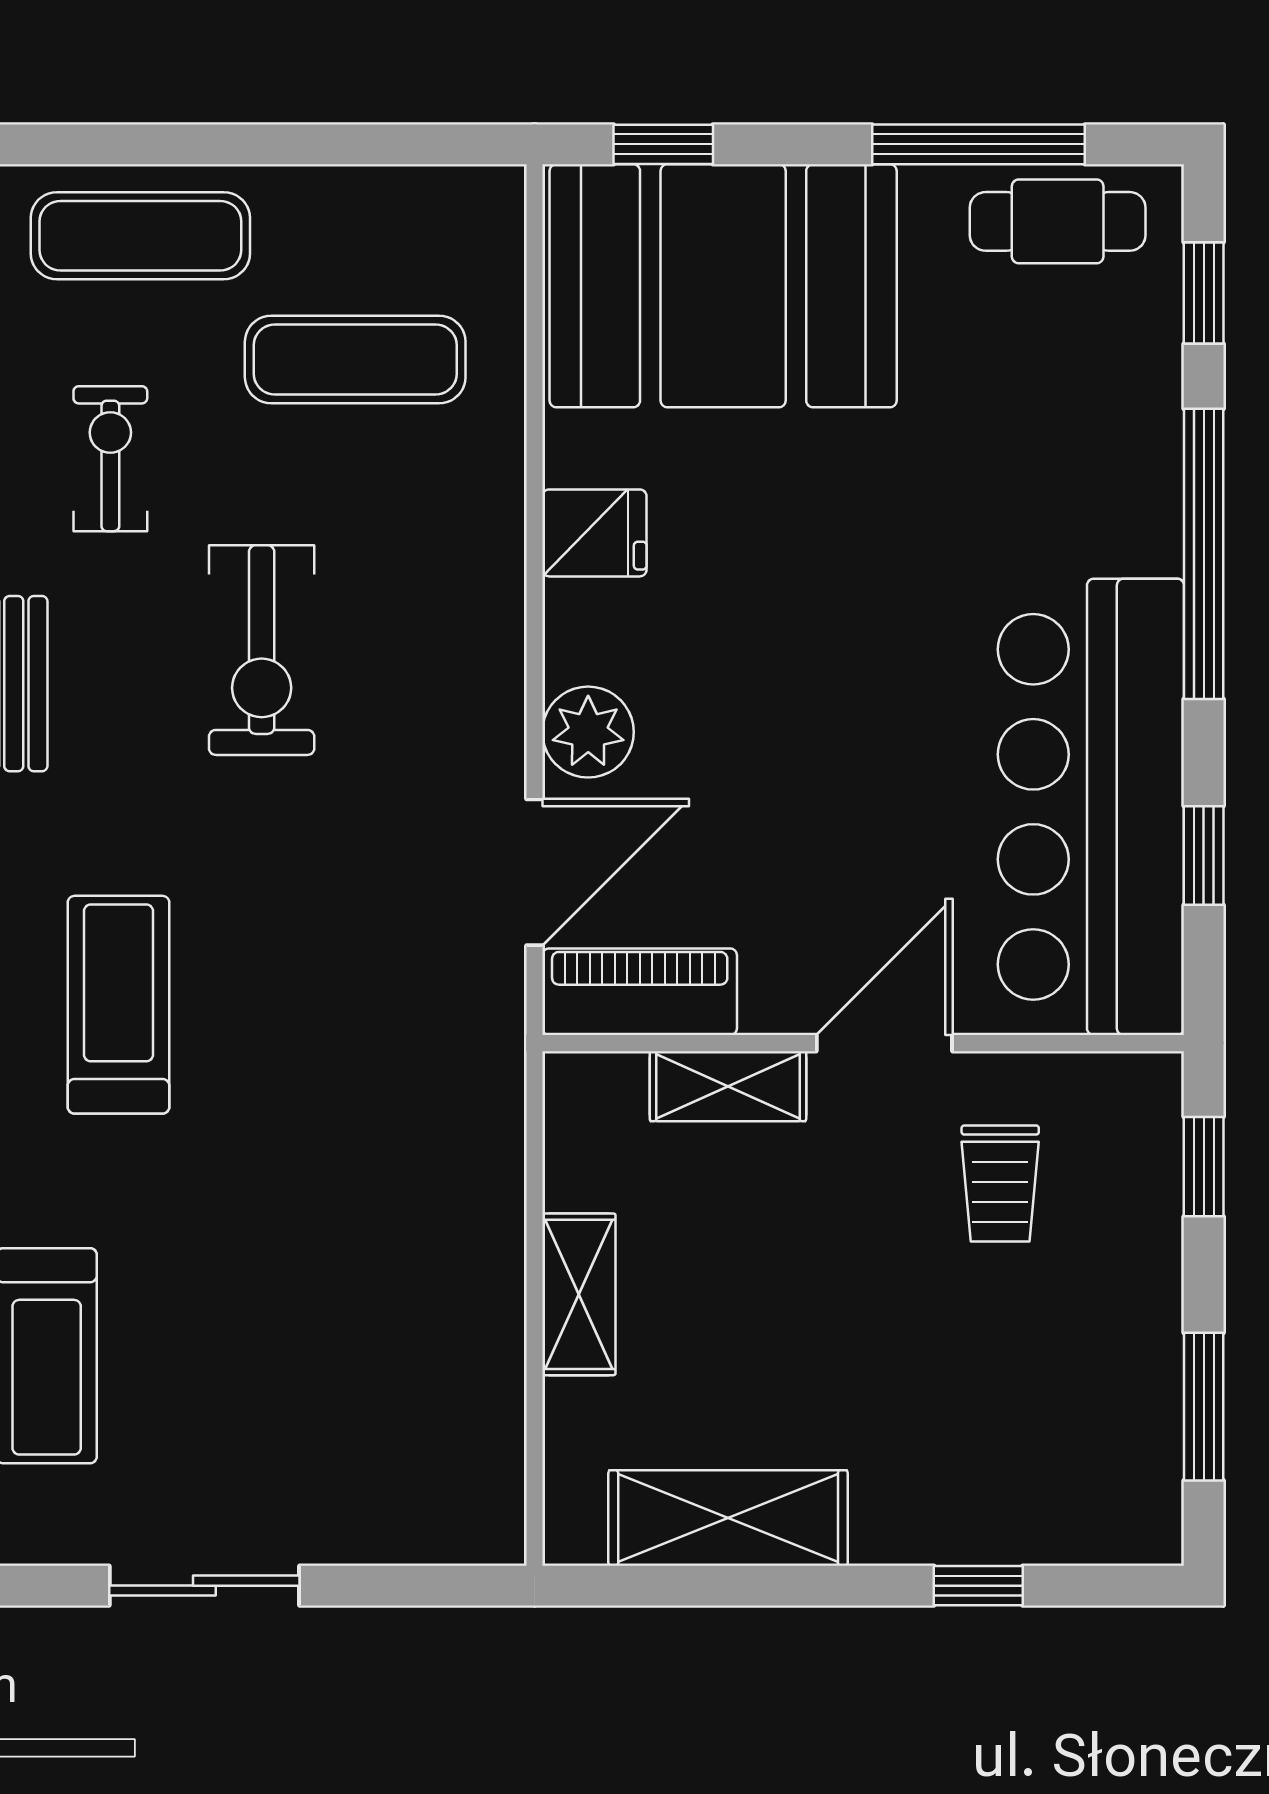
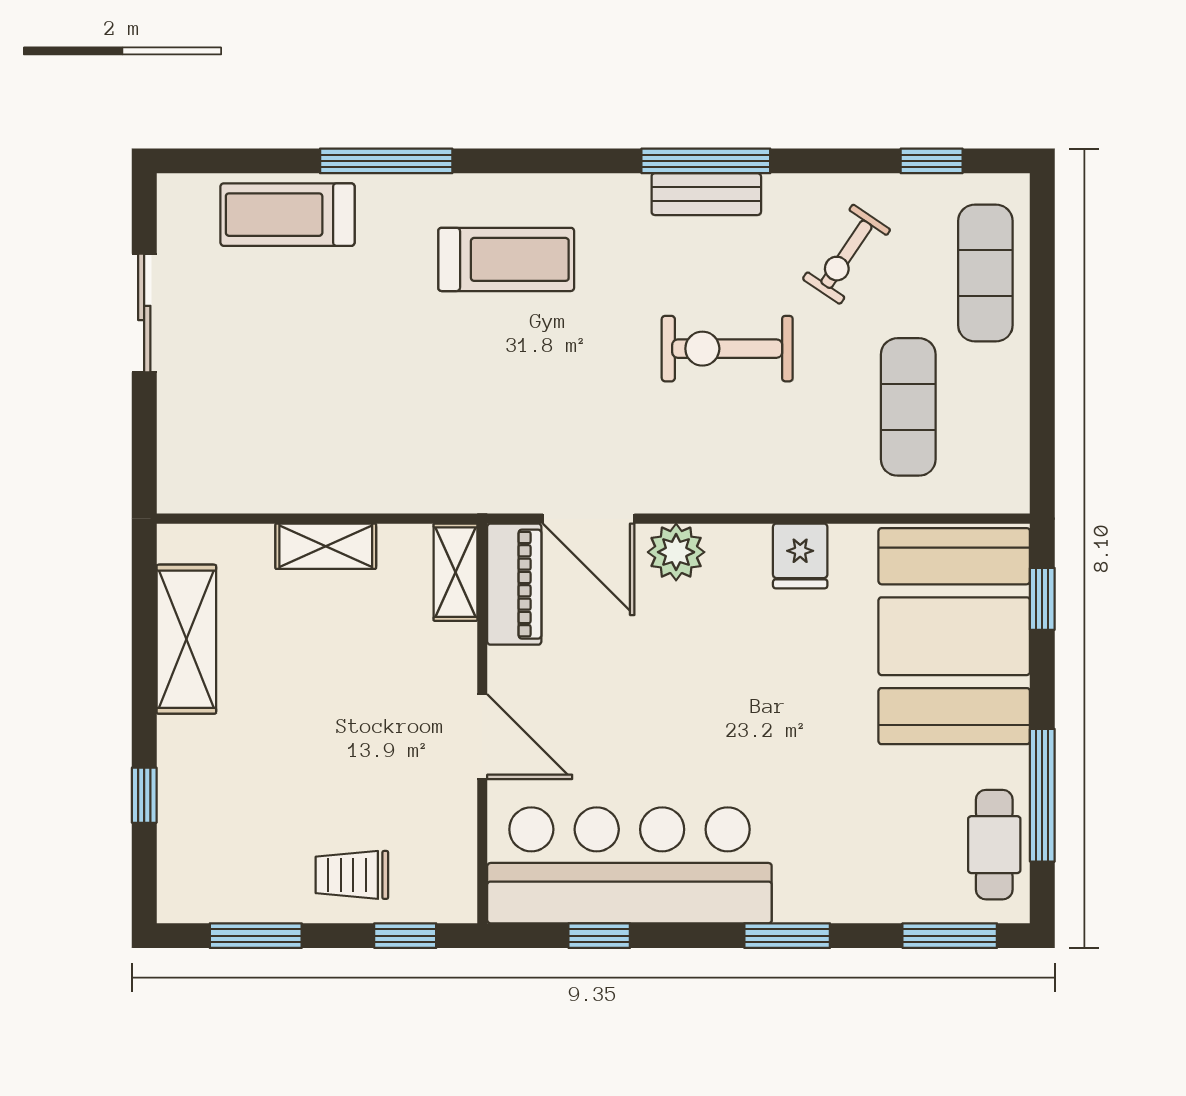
window: (1204, 293) -> (950, 936), width x1.50
exercise bike: (110, 459) -> (846, 254), turned 124
window: (1204, 554) -> (787, 936), width x0.47
shelving: (728, 1086) -> (455, 572), moved
trolley: (1000, 1184) -> (352, 875), moved

